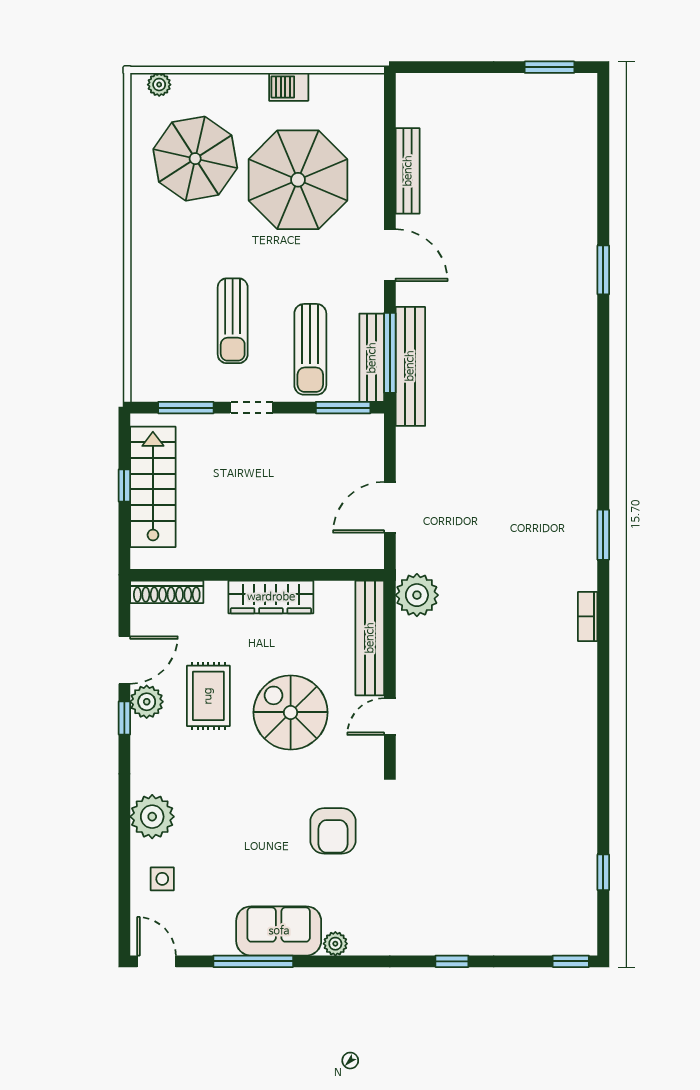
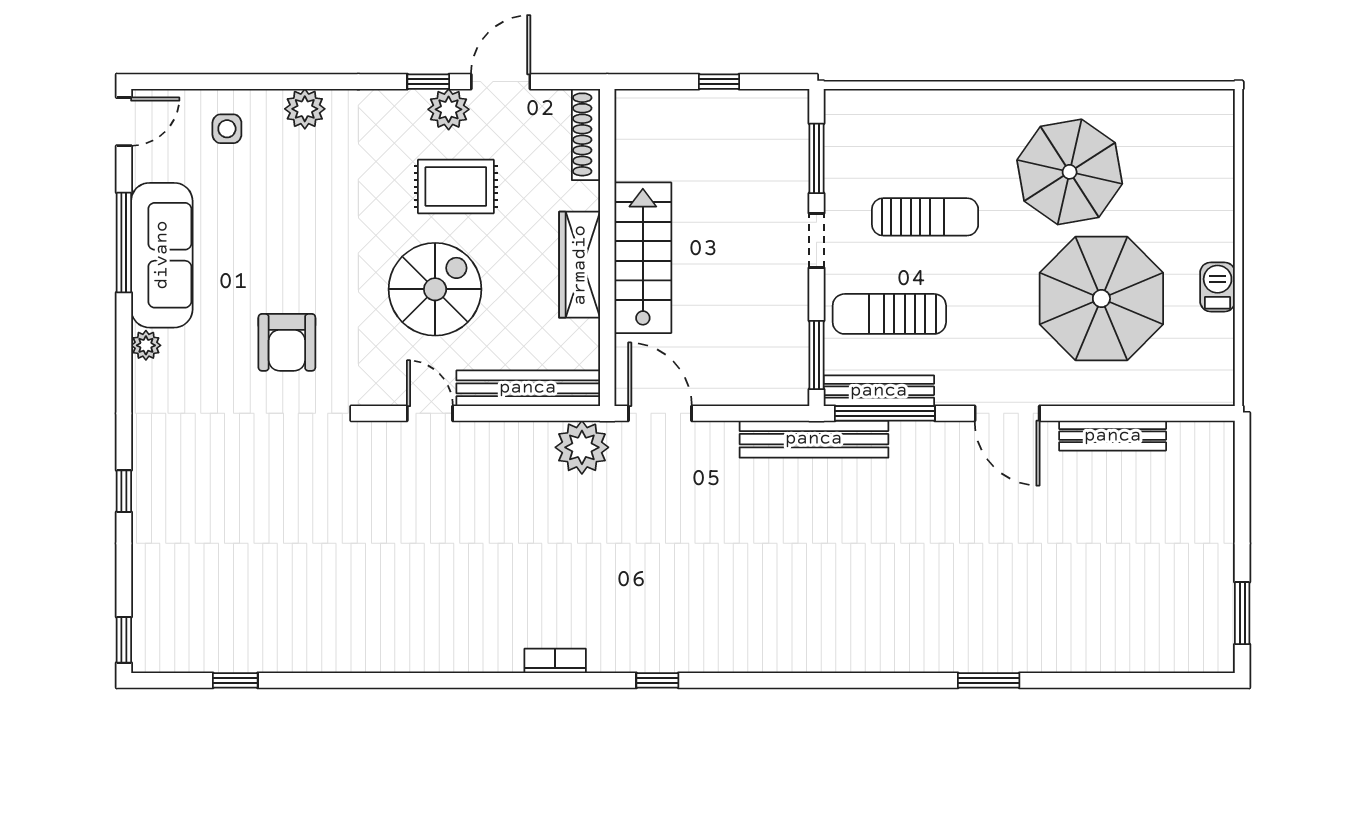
plant: (159, 85) -> (1221, 125), removed
parasol: (195, 159) -> (1070, 172), moved
door: (390, 255) -> (1007, 413), hinge flipped
sun lounger: (233, 321) -> (925, 217), turned 180
bench: (410, 366) -> (814, 439), moved
stairs: (153, 487) -> (643, 258), moved, turned -90
door: (390, 507) -> (660, 413), moved
window: (603, 535) -> (657, 680), width x0.67
door: (124, 660) -> (501, 82), swing flipped
plant: (152, 817) -> (305, 109), width x0.73, depth x0.73
armchair: (333, 831) -> (287, 342), turned -90
sofa: (279, 931) -> (162, 255), width x1.36

